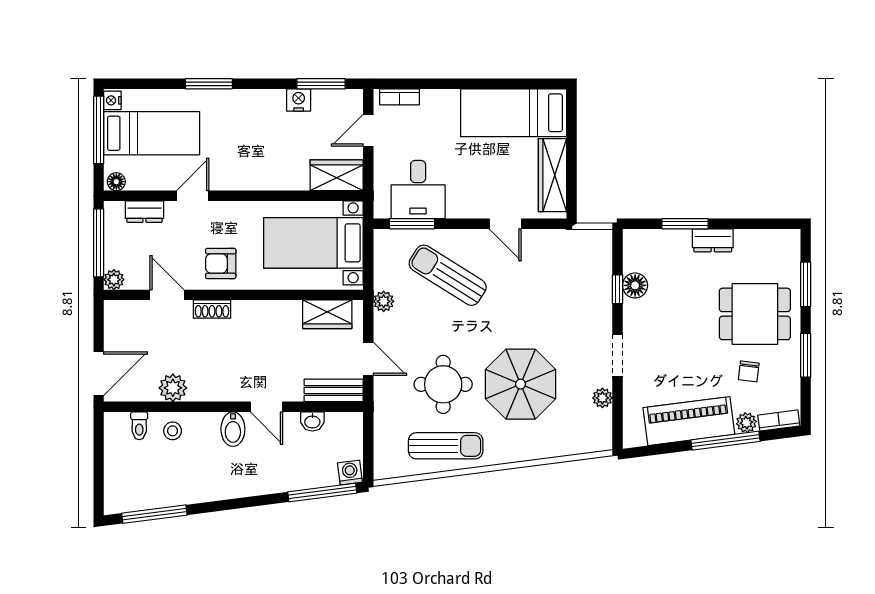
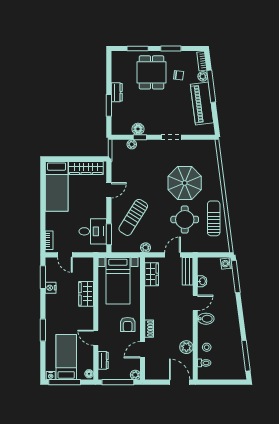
wardrobe: (337, 175) -> (86, 294), moved
plant: (602, 398) -> (132, 144), moved

